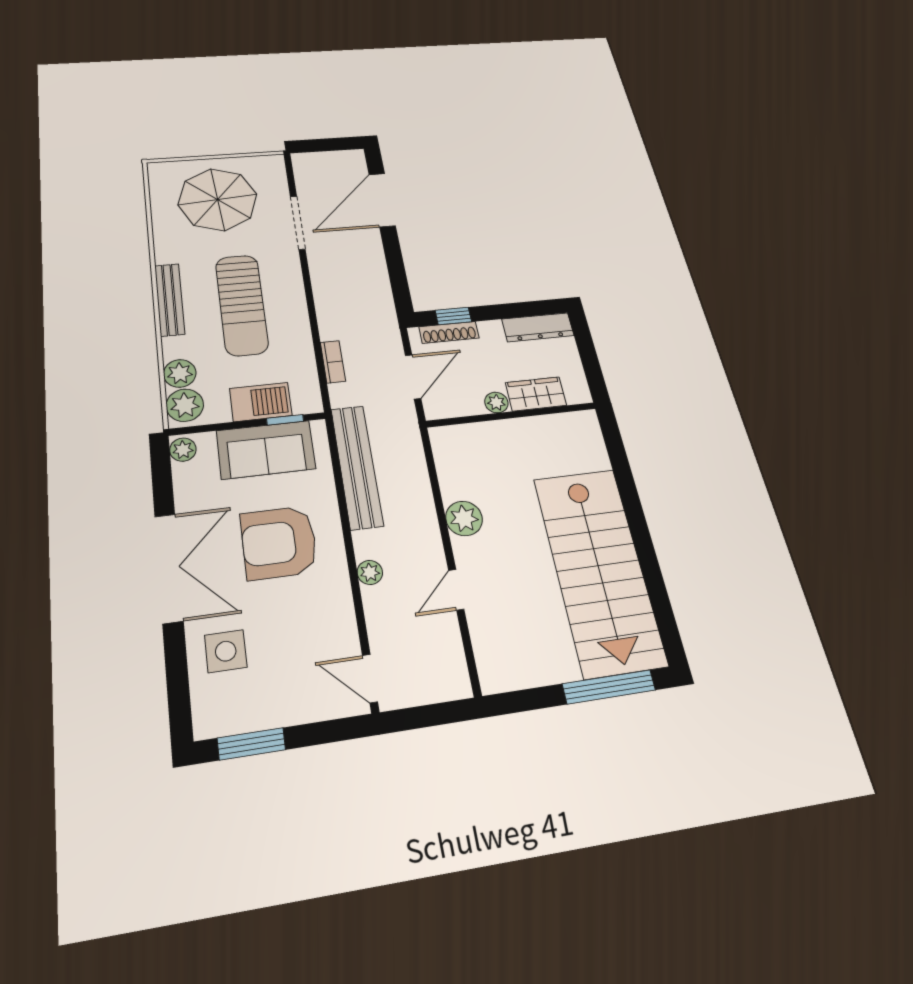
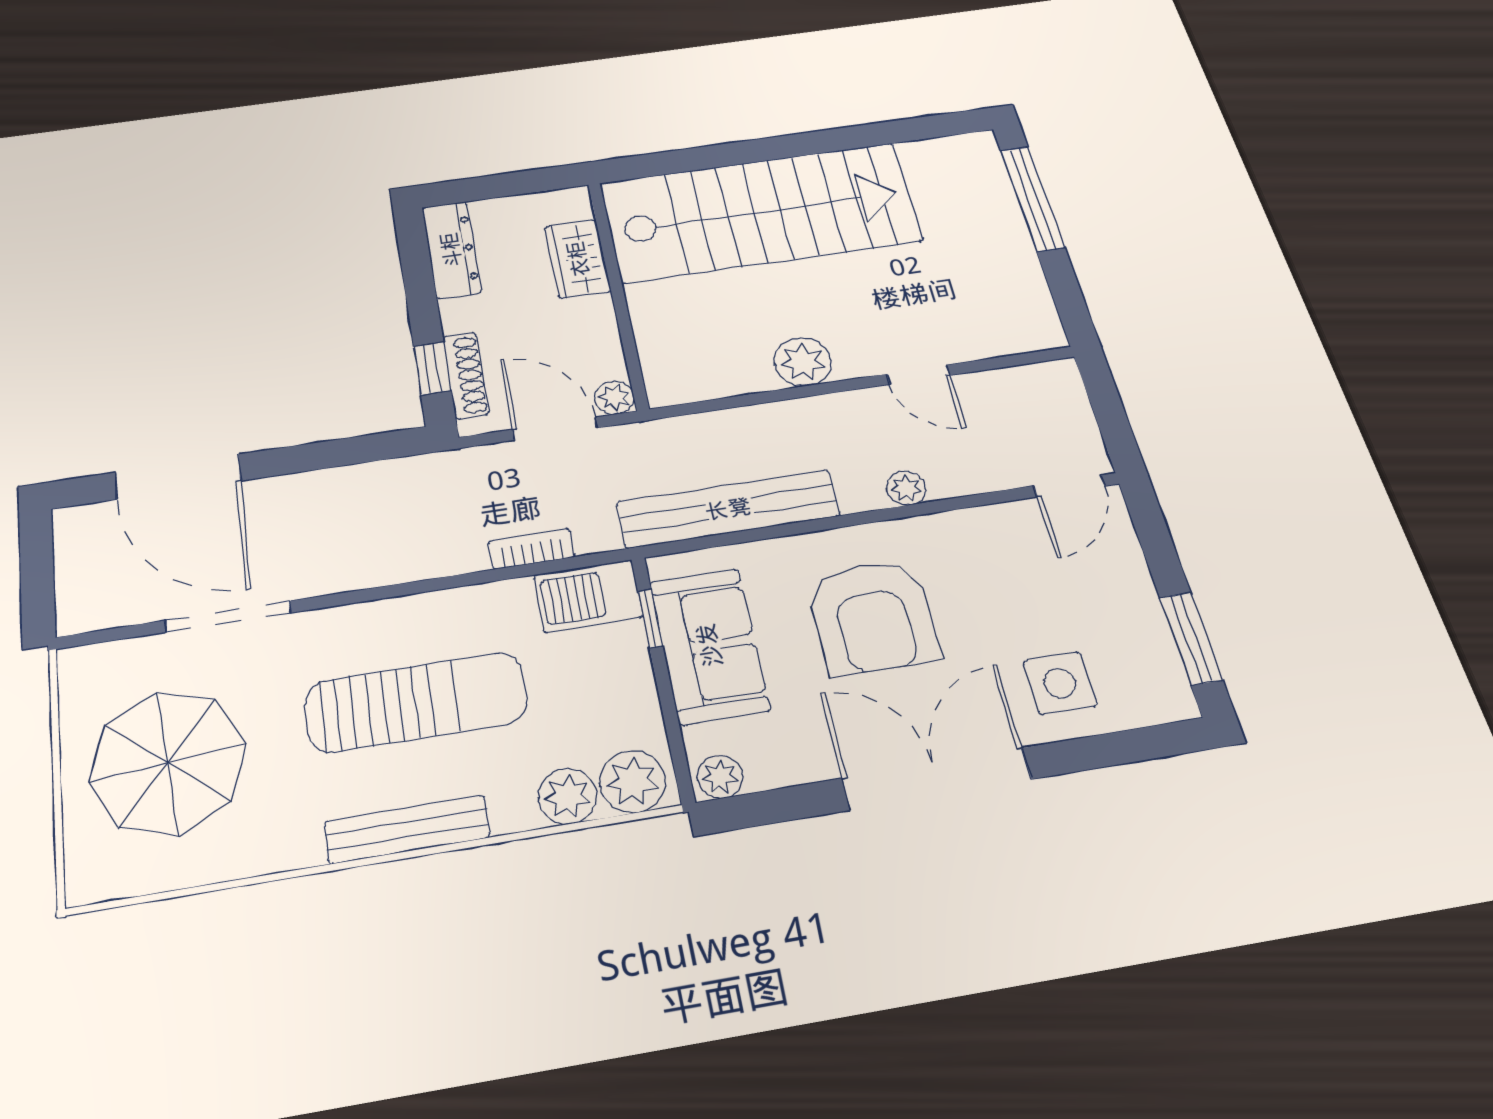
barbecue: (261, 402) -> (588, 596), moved, turned -90
plant: (496, 402) -> (614, 398), moved
stairs: (599, 570) -> (760, 212), moved

